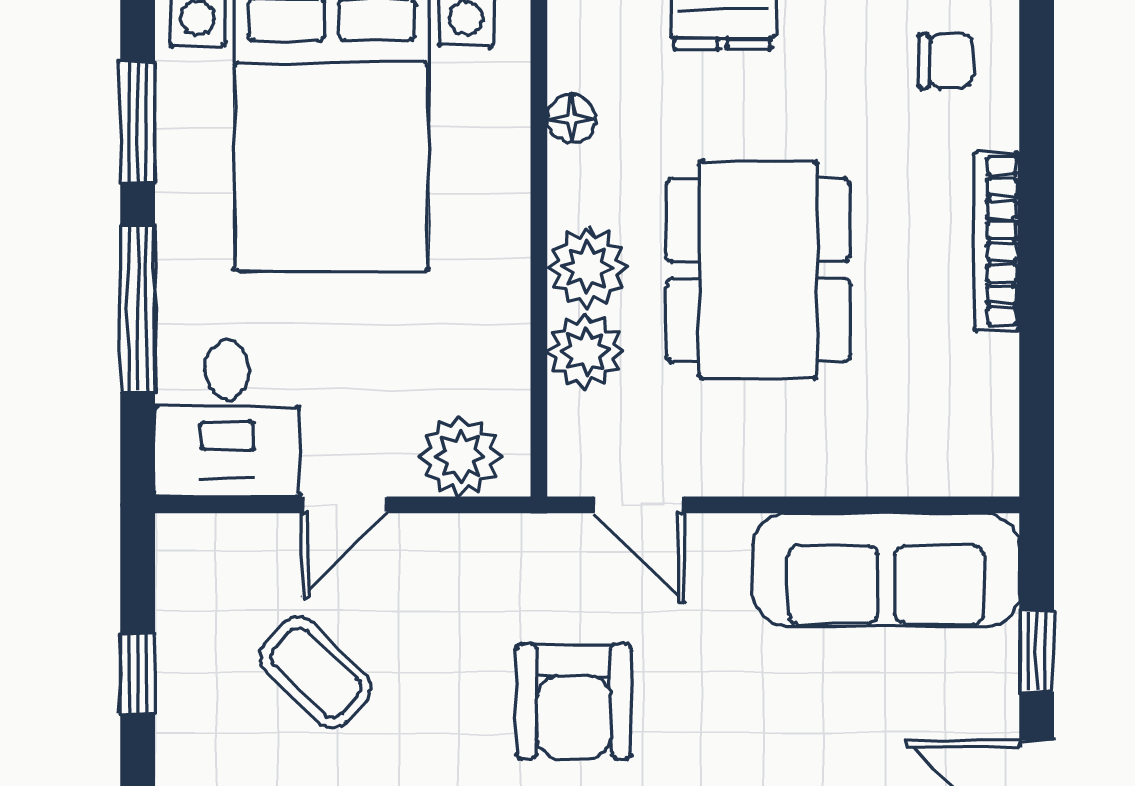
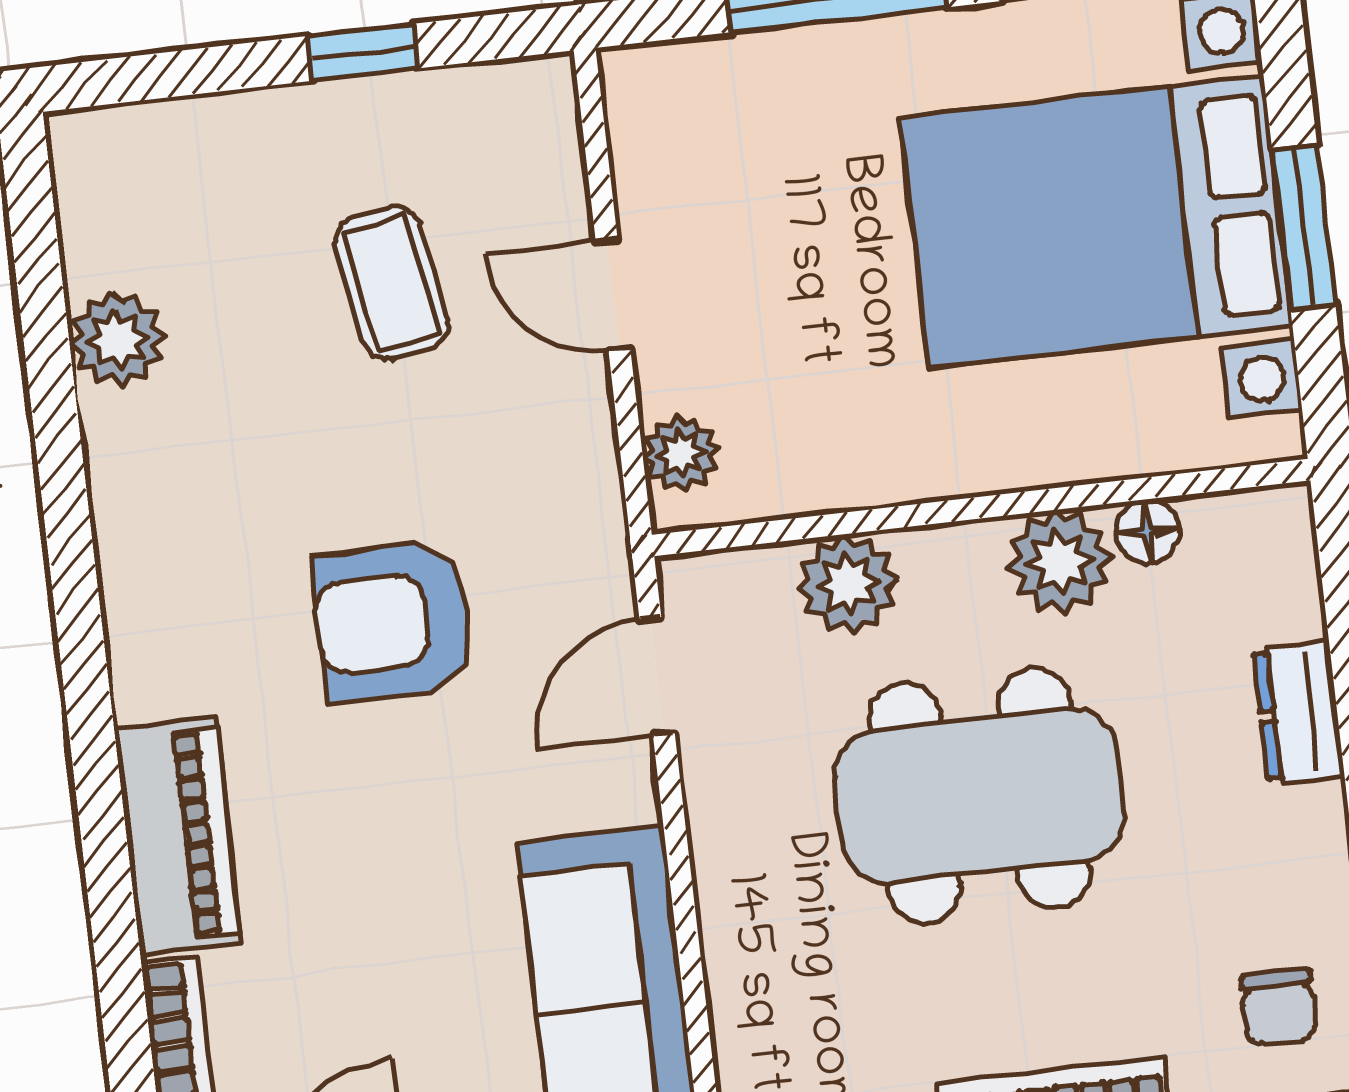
plant: (587, 267) -> (1059, 562), moved
desk: (227, 419) -> (707, 130), removed
plant: (460, 456) -> (681, 453), width x0.73, depth x0.73
coffee table: (316, 673) -> (392, 283), turned -54

